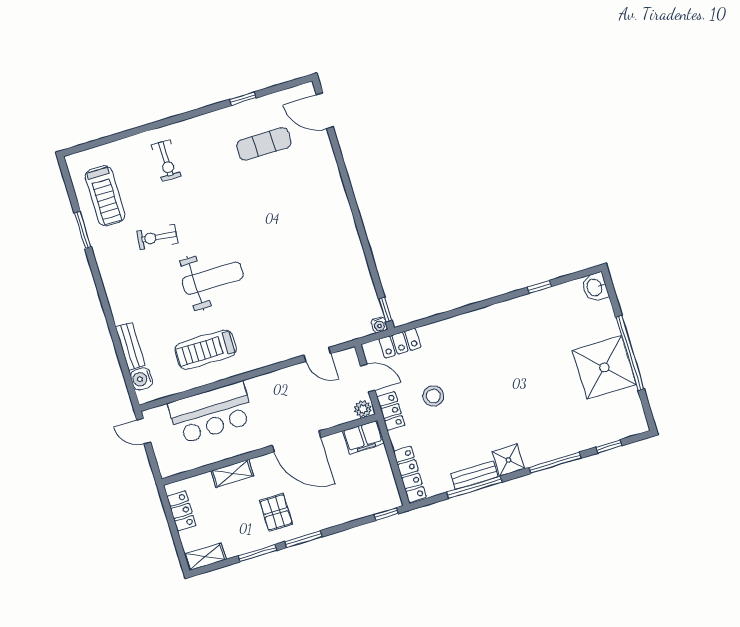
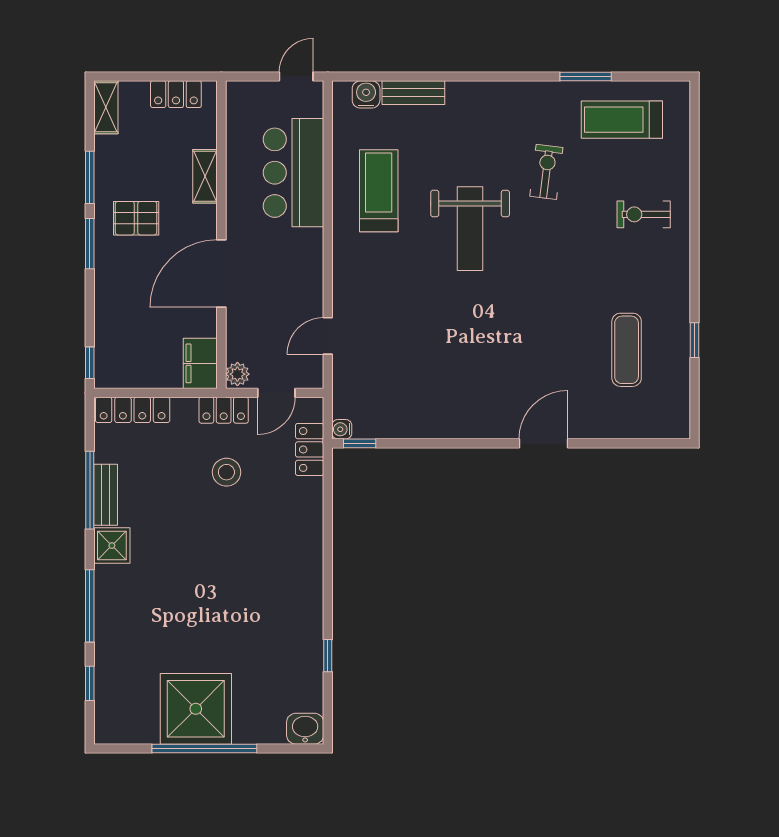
door: (325, 111) -> (543, 443), moved

